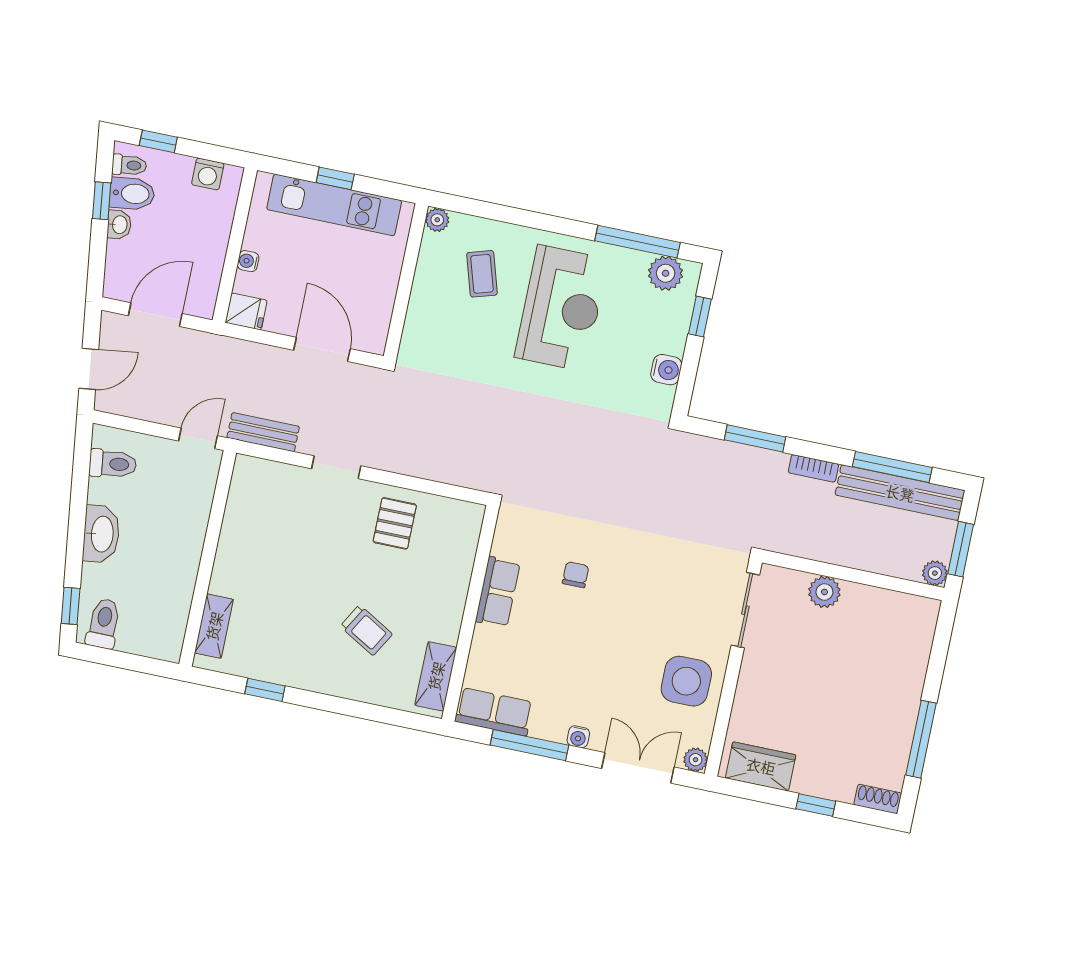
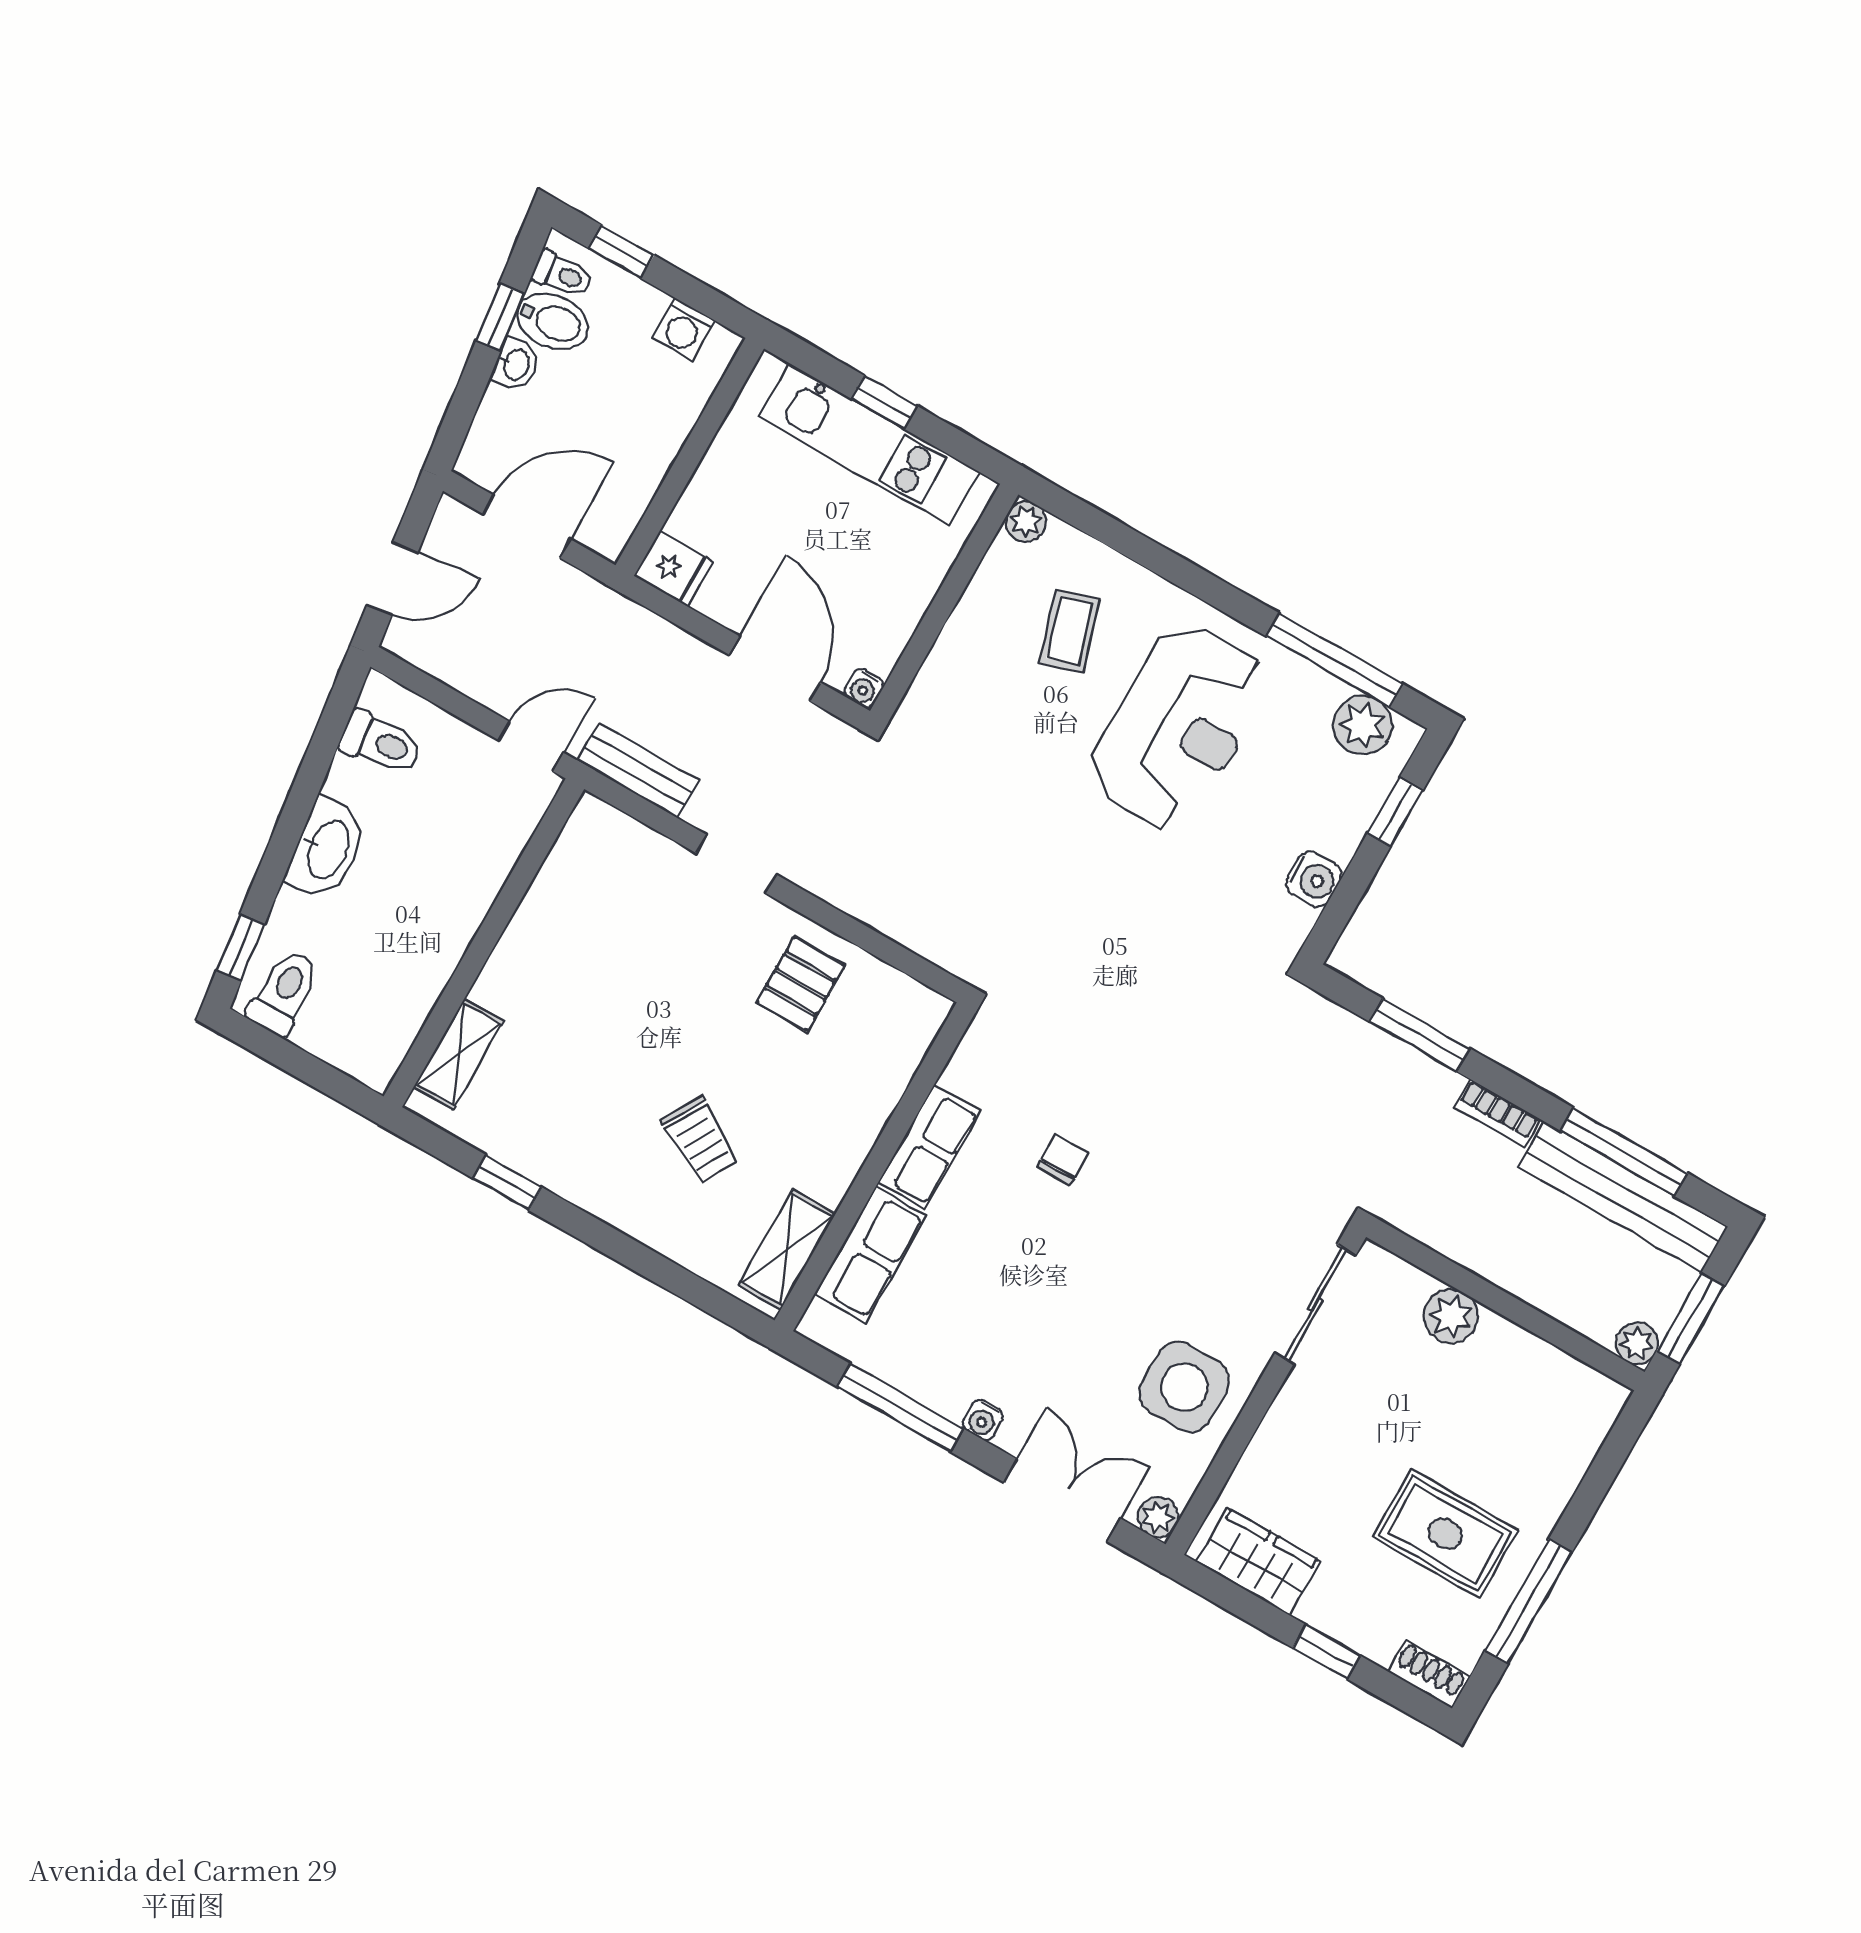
water cooler: (248, 261) -> (864, 688), moved, turned -90
row of seats: (494, 712) -> (871, 1255), moved, turned 90
rug: (861, 716) -> (1445, 1534), added

